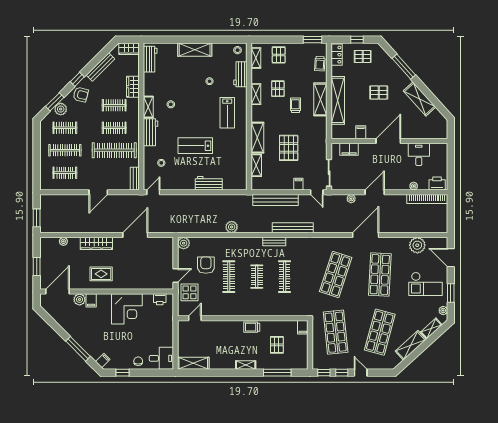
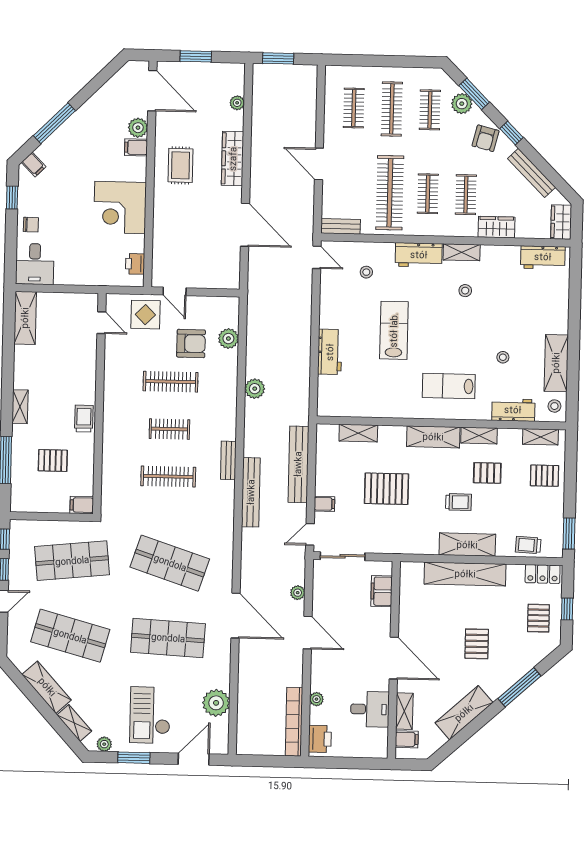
shelving: (195, 50) -> (556, 363), moved
filing cabinet: (361, 132) -> (407, 739), moved
shelving: (419, 134) -> (404, 711), added
shelving: (257, 138) -> (433, 437), moved
plant: (184, 243) -> (228, 339), moved

